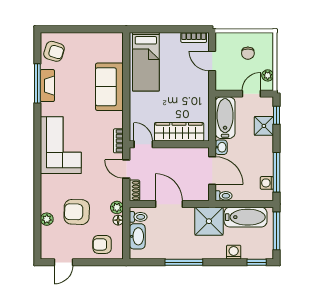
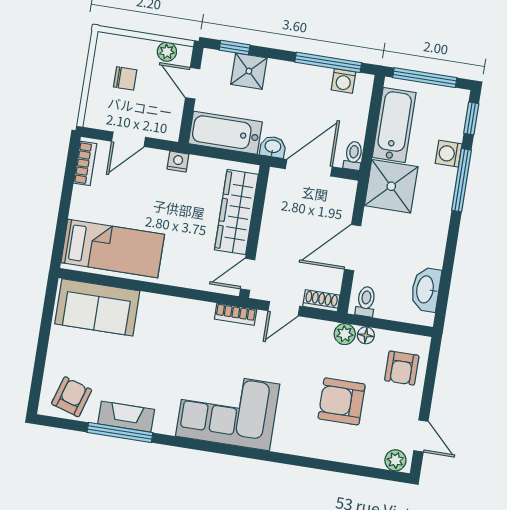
sofa: (109, 87) -> (97, 307), moved
nightstand: (204, 92) -> (178, 162), added
armchair: (77, 212) -> (342, 401), turned 88
plant: (47, 219) -> (395, 460), moved
washbasin: (137, 236) -> (426, 290), moved, turned -90
window: (184, 262) -> (461, 180), moved

